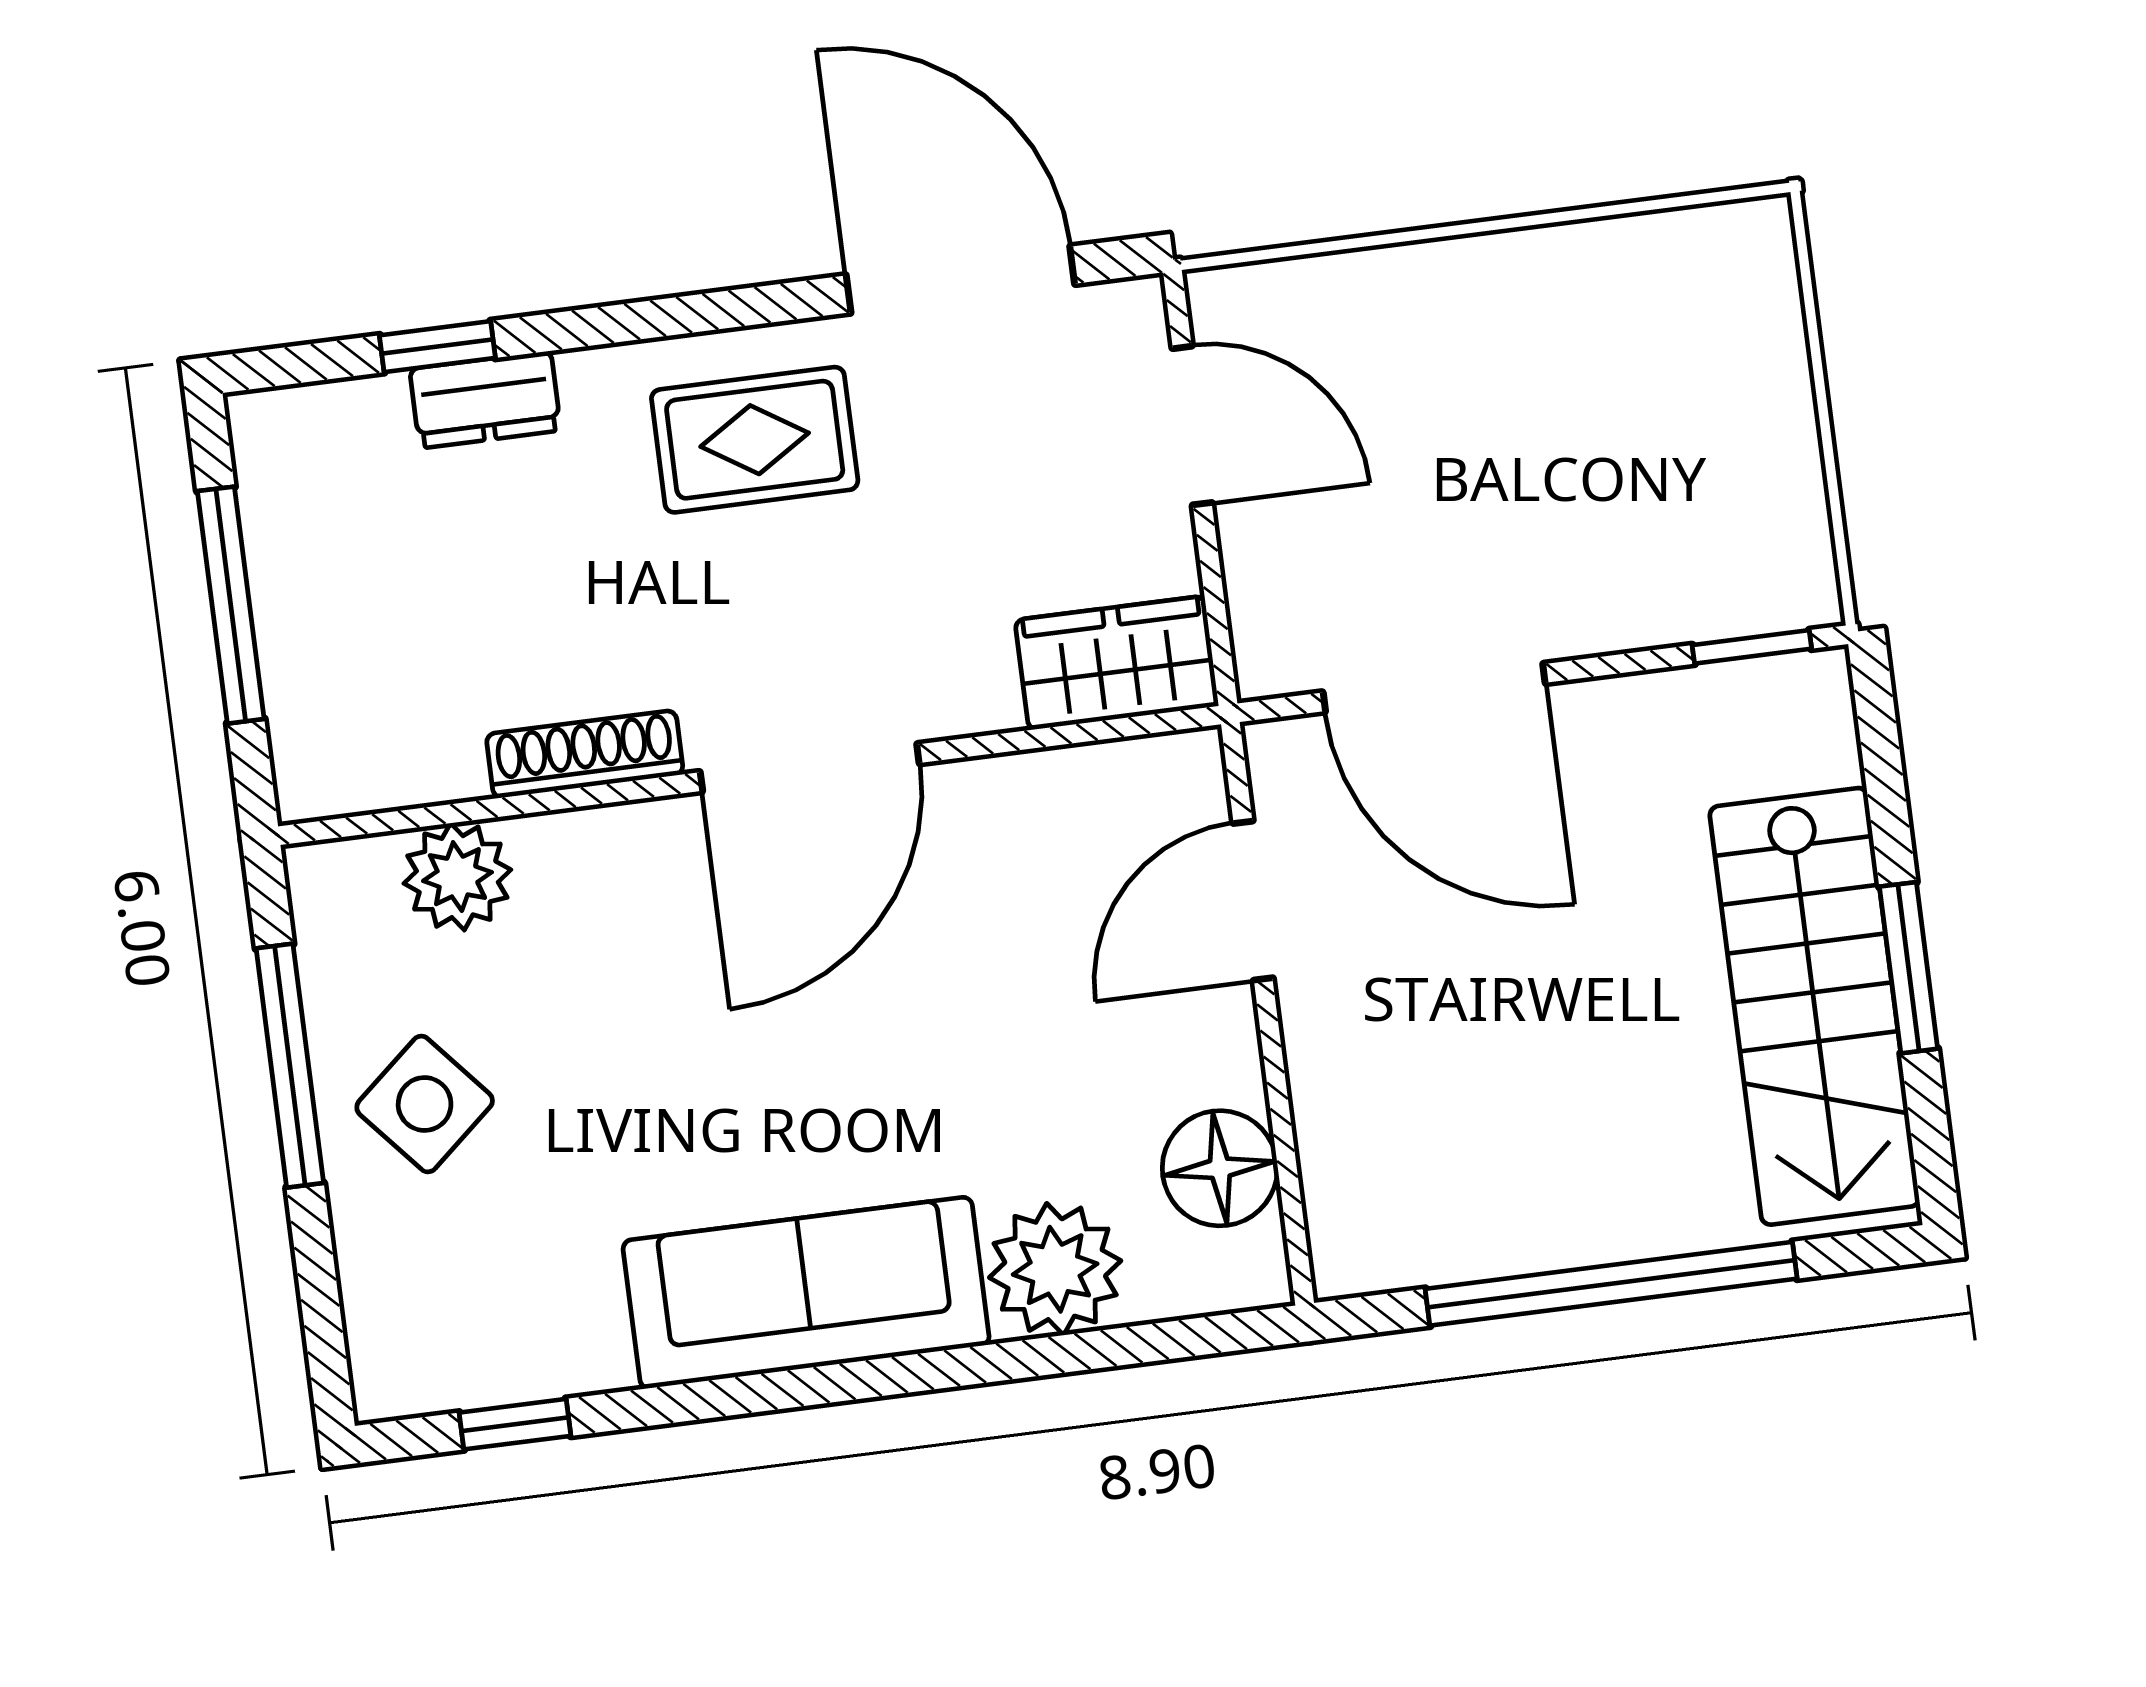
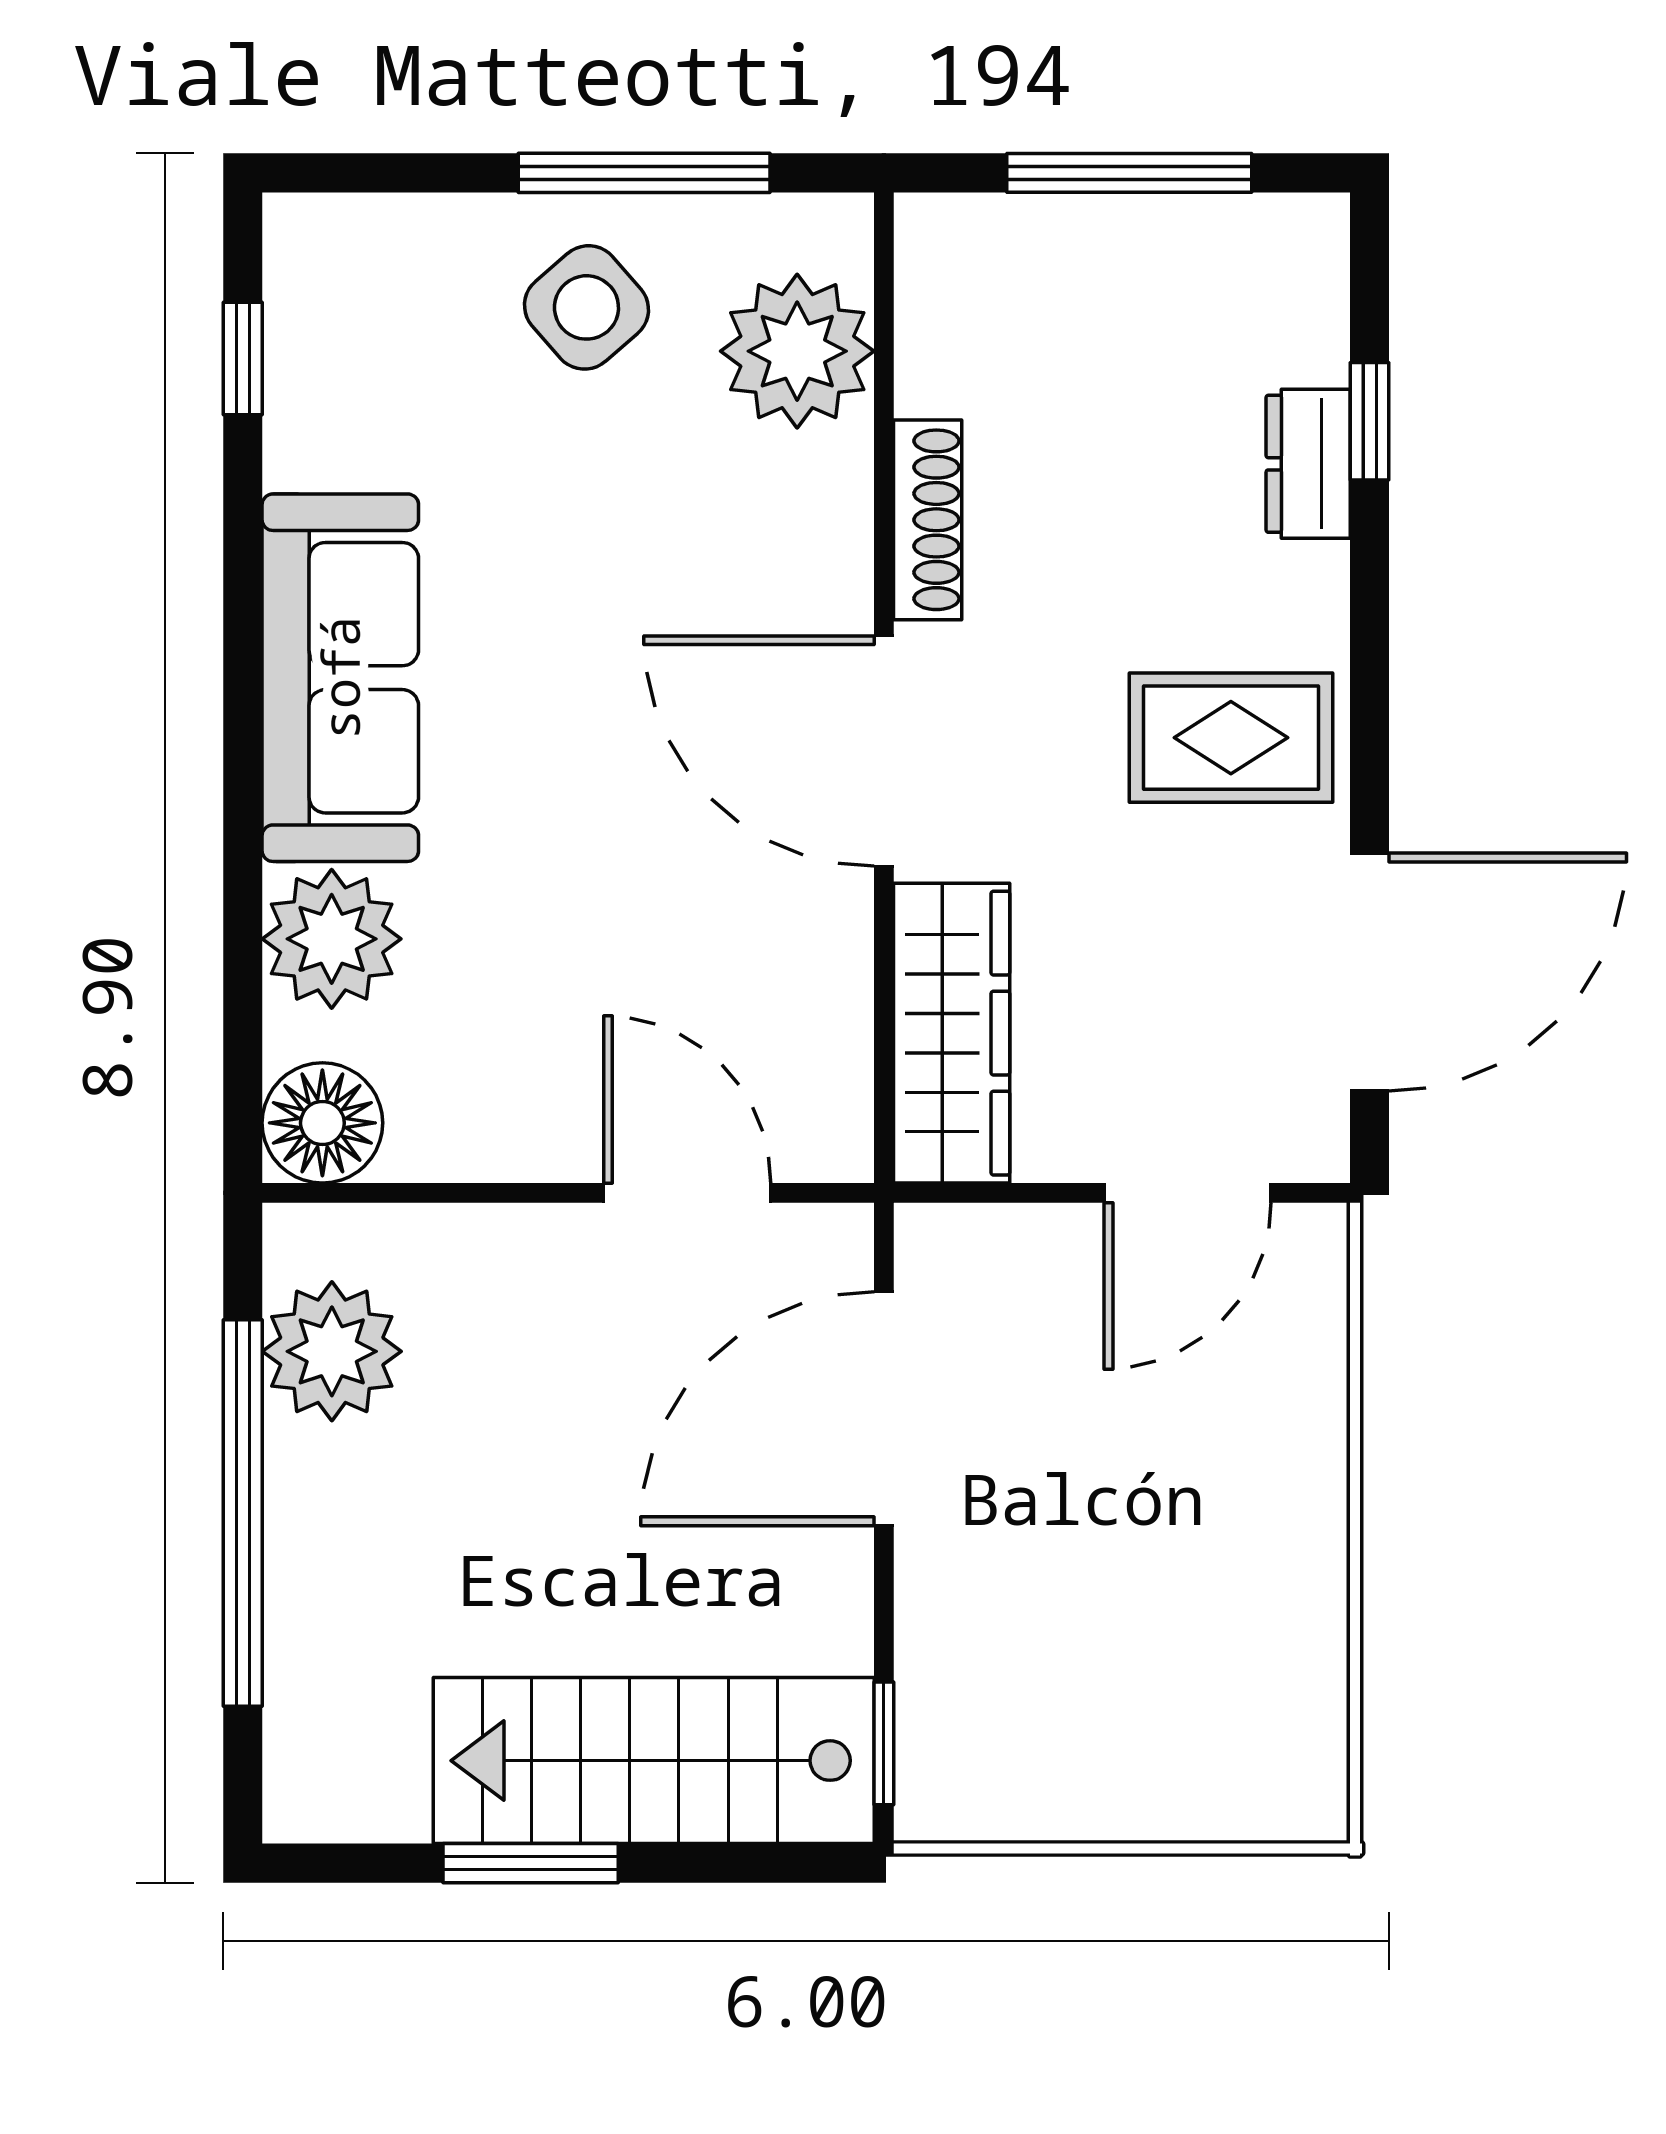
rug: (755, 440) -> (1231, 738), turned 90
wardrobe: (1117, 663) -> (952, 1033), width x1.50
plant: (457, 877) -> (797, 351), width x1.36, depth x1.36
stairs: (1814, 1006) -> (654, 1761), moved
floor lamp: (1220, 1168) -> (322, 1123), moved
plant: (1447, 1219) -> (332, 1351), added

